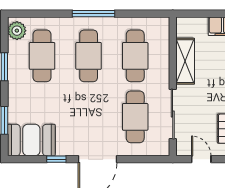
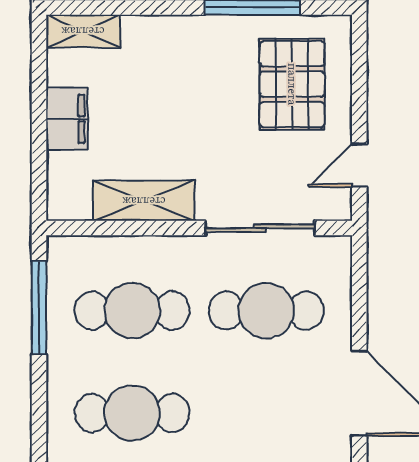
window: (94, 14) -> (39, 307), moved

